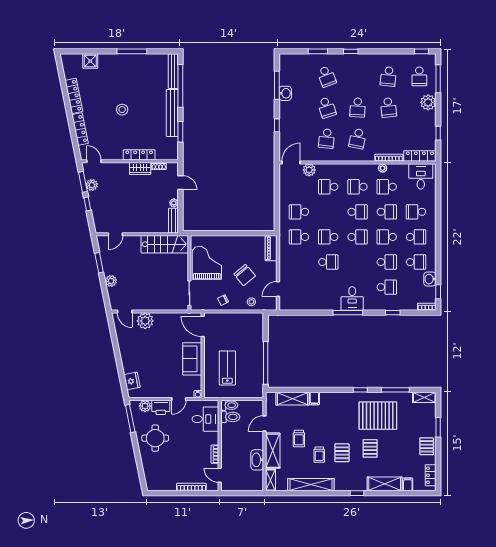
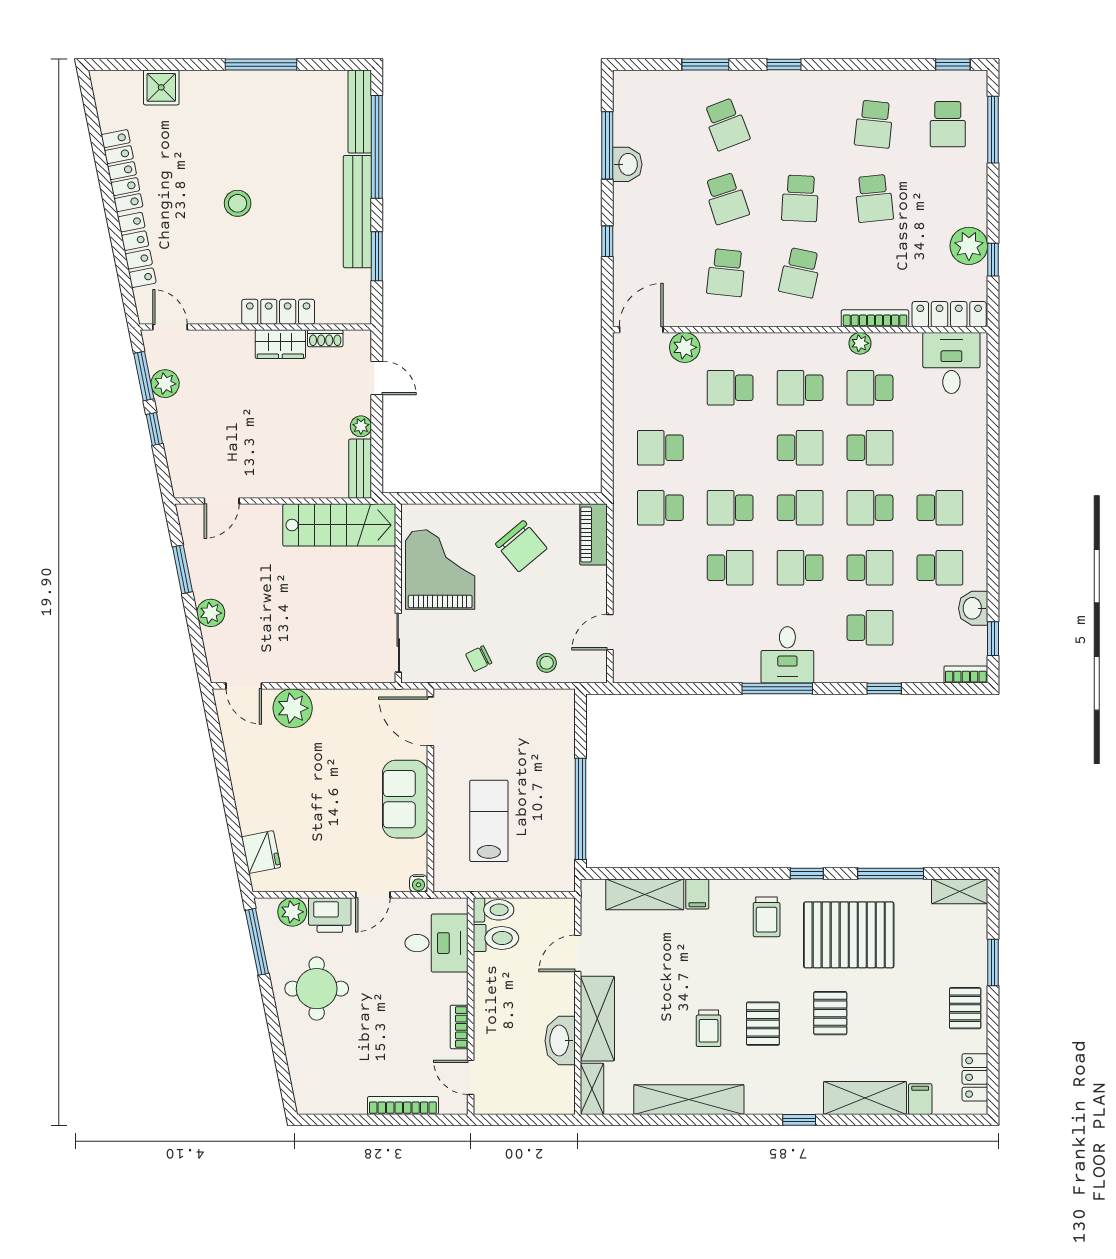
plant: (428, 102) -> (969, 246), moved
school desk: (416, 212) -> (800, 568), moved
chair: (245, 275) -> (521, 546), moved
trolley: (299, 439) -> (767, 917), moved

